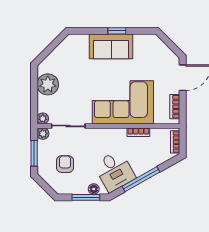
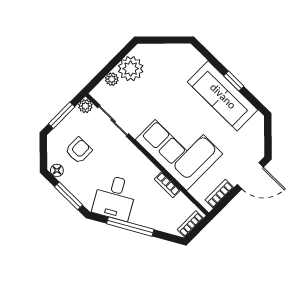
sofa: (111, 46) -> (223, 96), width x1.36
plant: (43, 119) -> (112, 79), moved
floor lamp: (94, 189) -> (57, 170), moved

